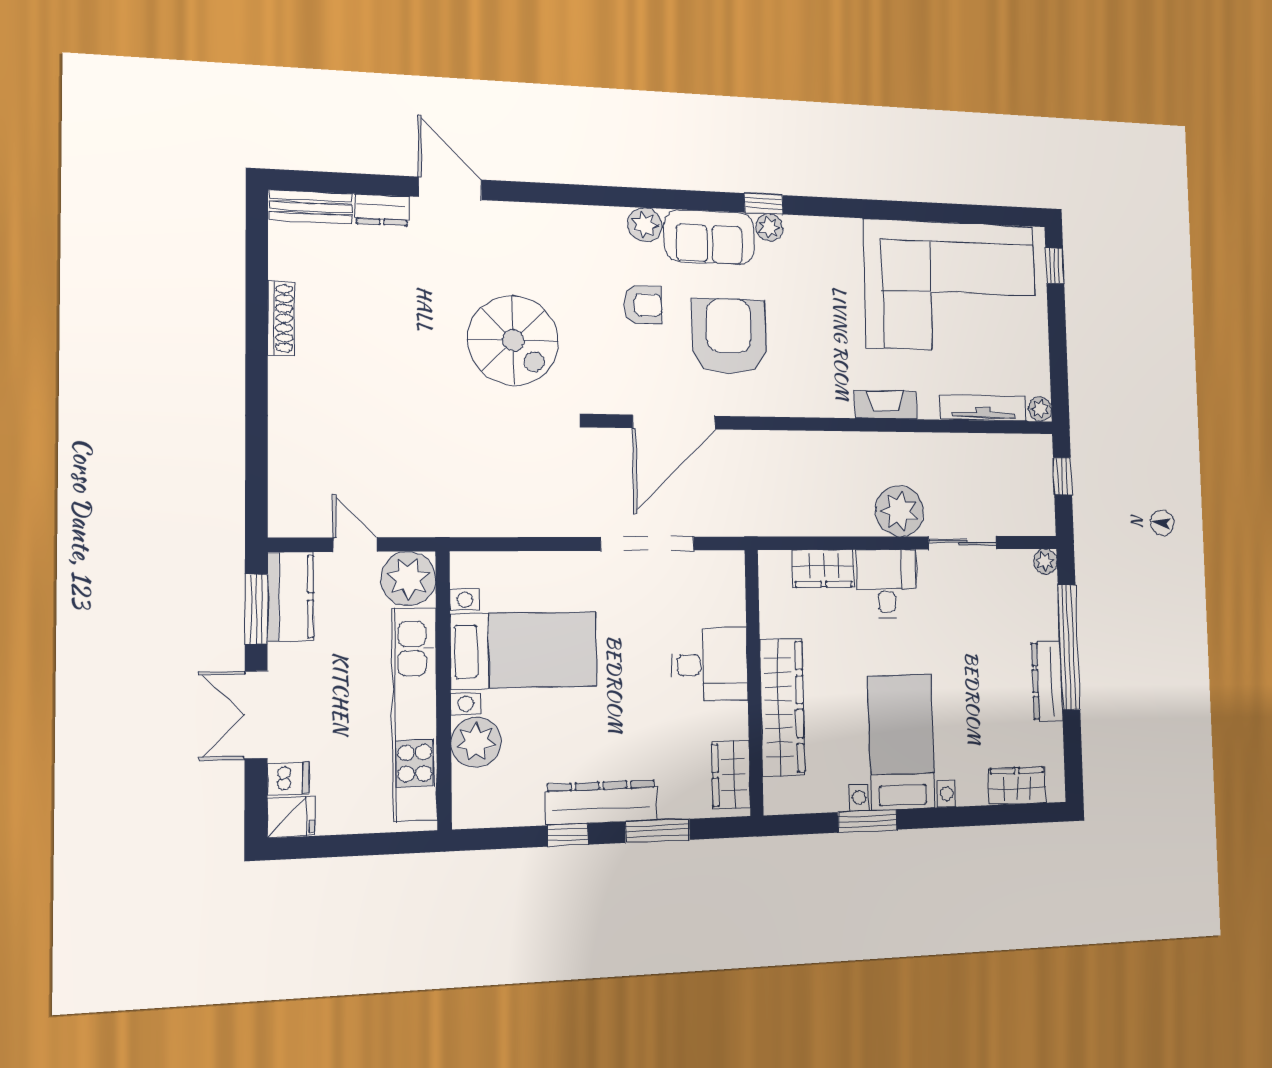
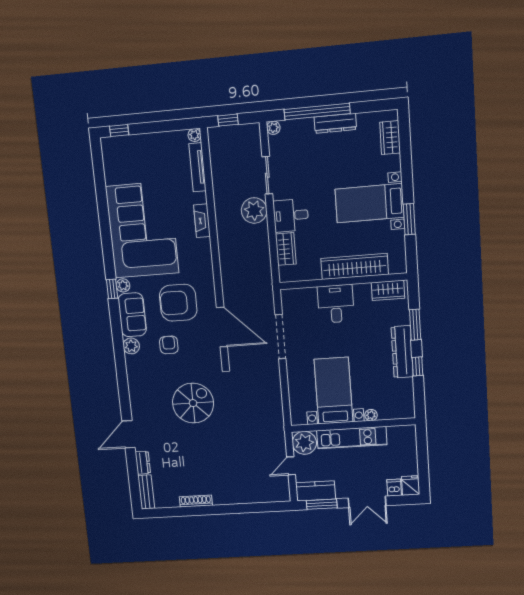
corner sofa: (951, 286) -> (142, 230), moved
kitchen unit: (415, 714) -> (352, 438), width x0.73
plant: (476, 742) -> (371, 415), width x0.53, depth x0.53

